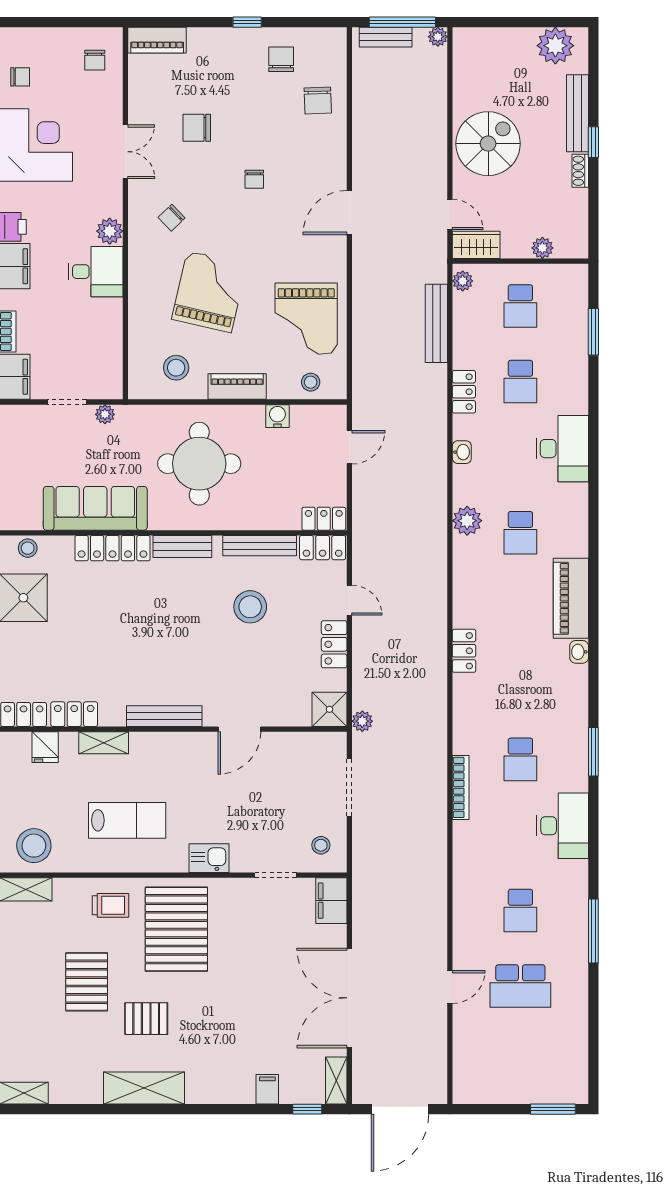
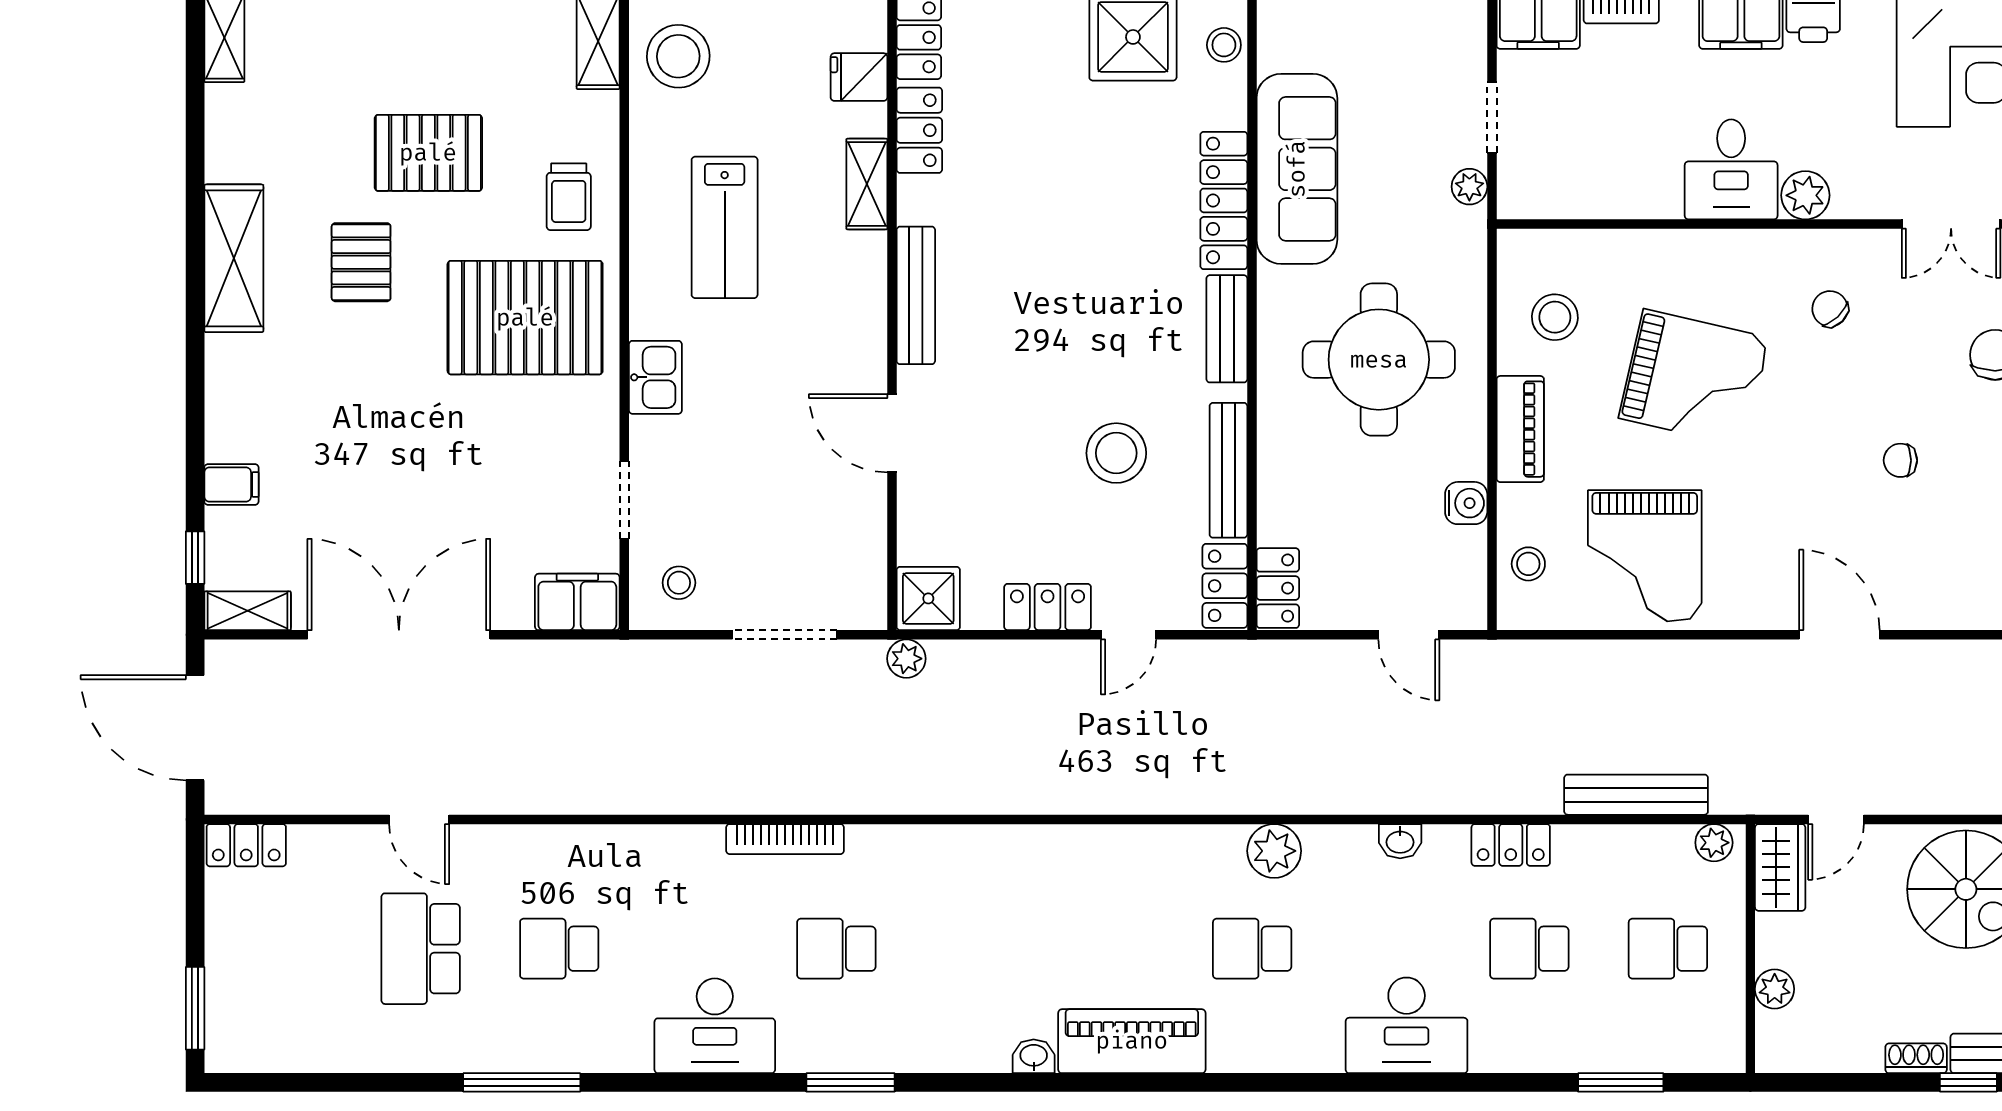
grand piano: (306, 319) -> (1645, 556), turned -90
locker: (464, 651) -> (246, 845), moved

